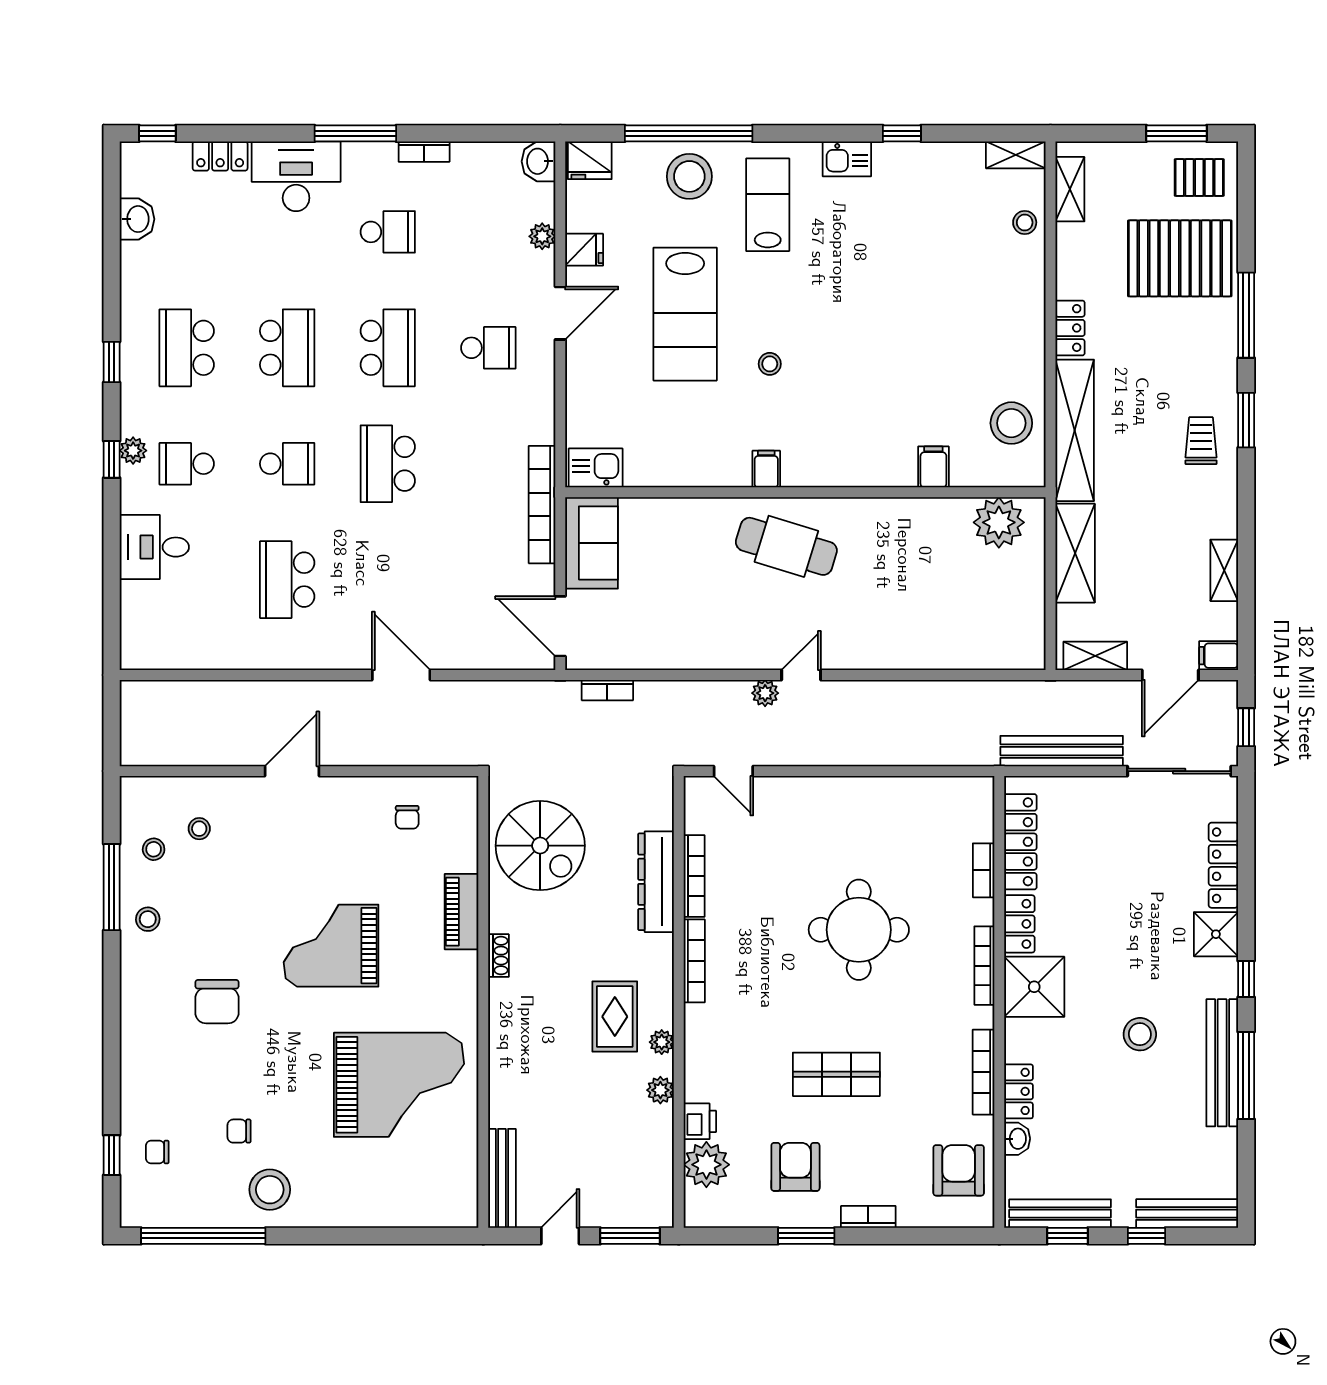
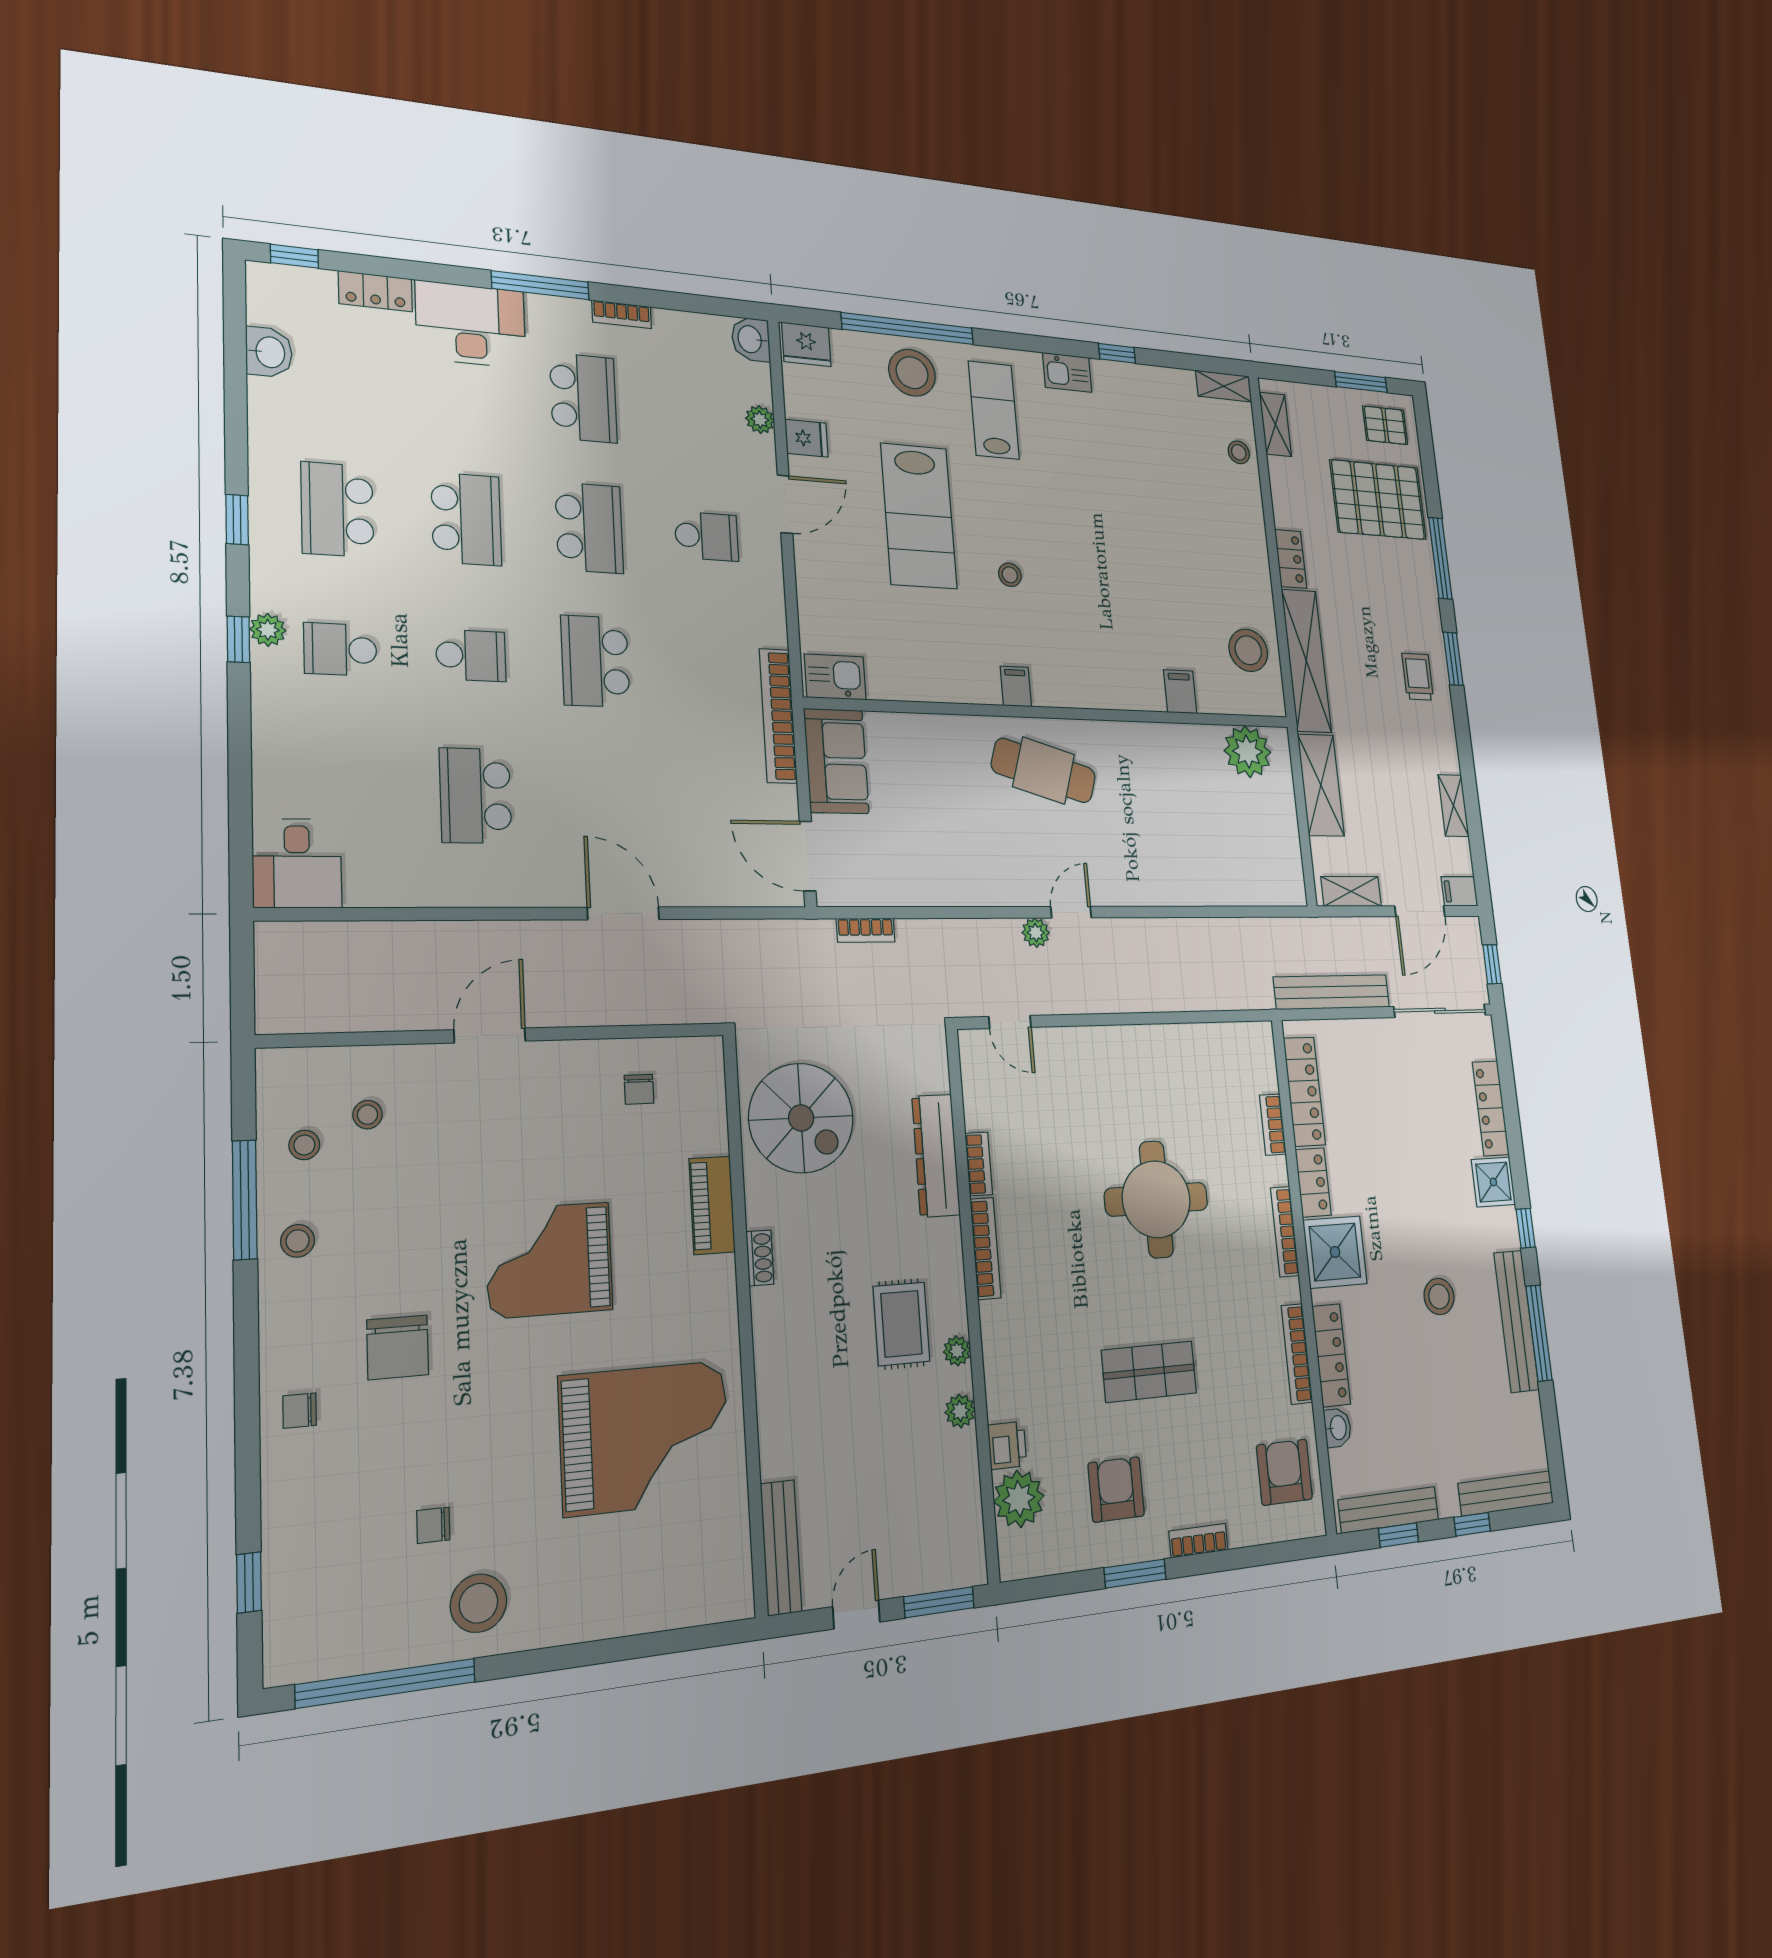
school desk: (388, 232) -> (583, 398), width x1.85
desk: (154, 547) -> (297, 863), moved, turned -90
bookcase: (694, 876) -> (979, 1164), width x0.64
locker: (1019, 1091) -> (1331, 1355), width x1.53
chair: (157, 1152) -> (300, 1411), moved

